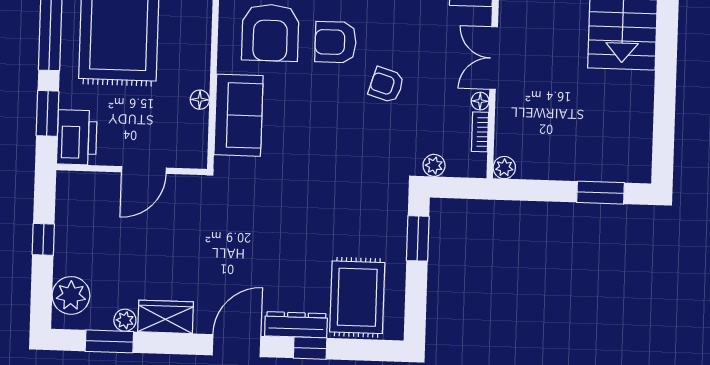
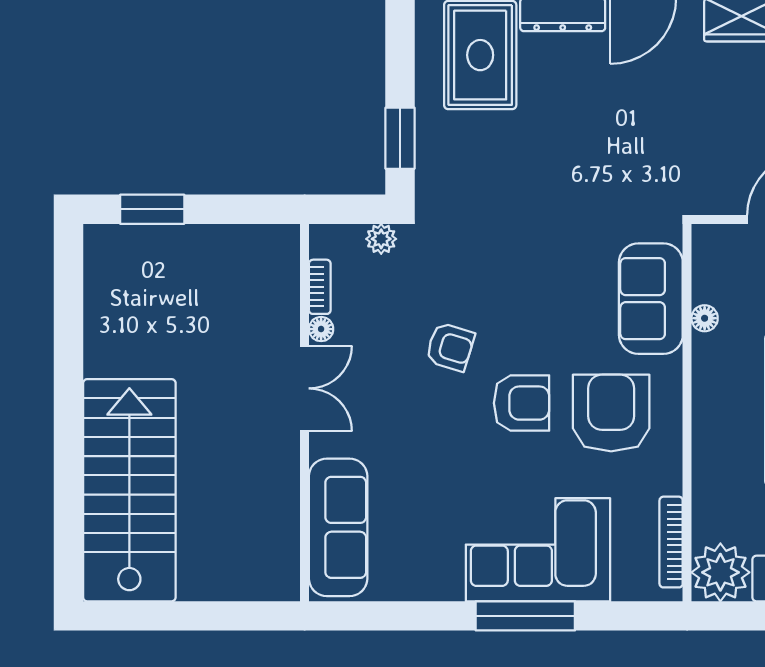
plant: (504, 168) -> (285, 239), removed

